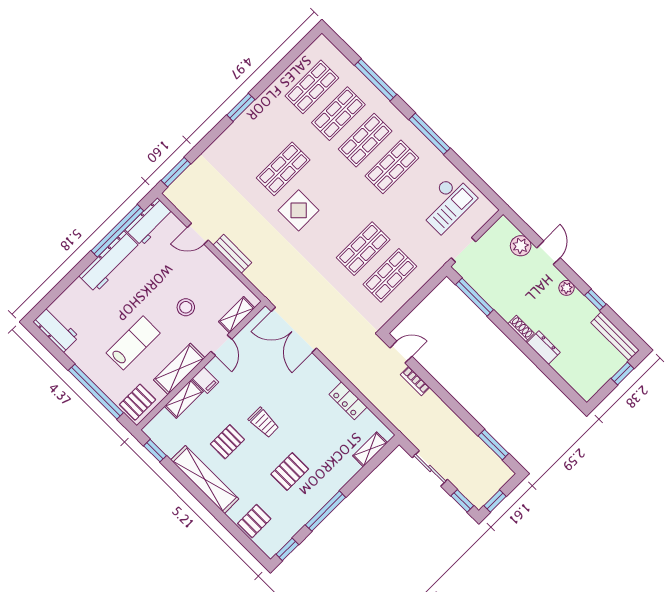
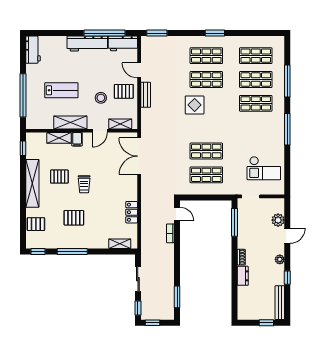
shop shelf: (392, 167) -> (206, 56), moved
pallet: (138, 402) -> (124, 91), moved

